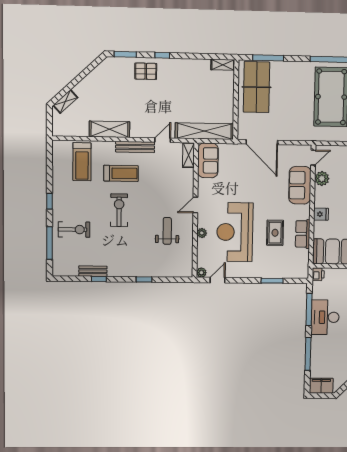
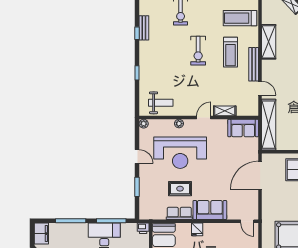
shelving: (188, 155) -> (225, 111), moved
plant: (322, 179) -> (229, 229), removed
sofa: (300, 185) -> (210, 210), moved
door: (195, 205) -> (204, 118), hinge flipped
exercise bike: (119, 210) -> (198, 51), turned 90
weight bench: (167, 231) -> (161, 103), moved
reception desk: (235, 232) -> (180, 153), turned 180
door: (217, 280) -> (137, 157), moved

